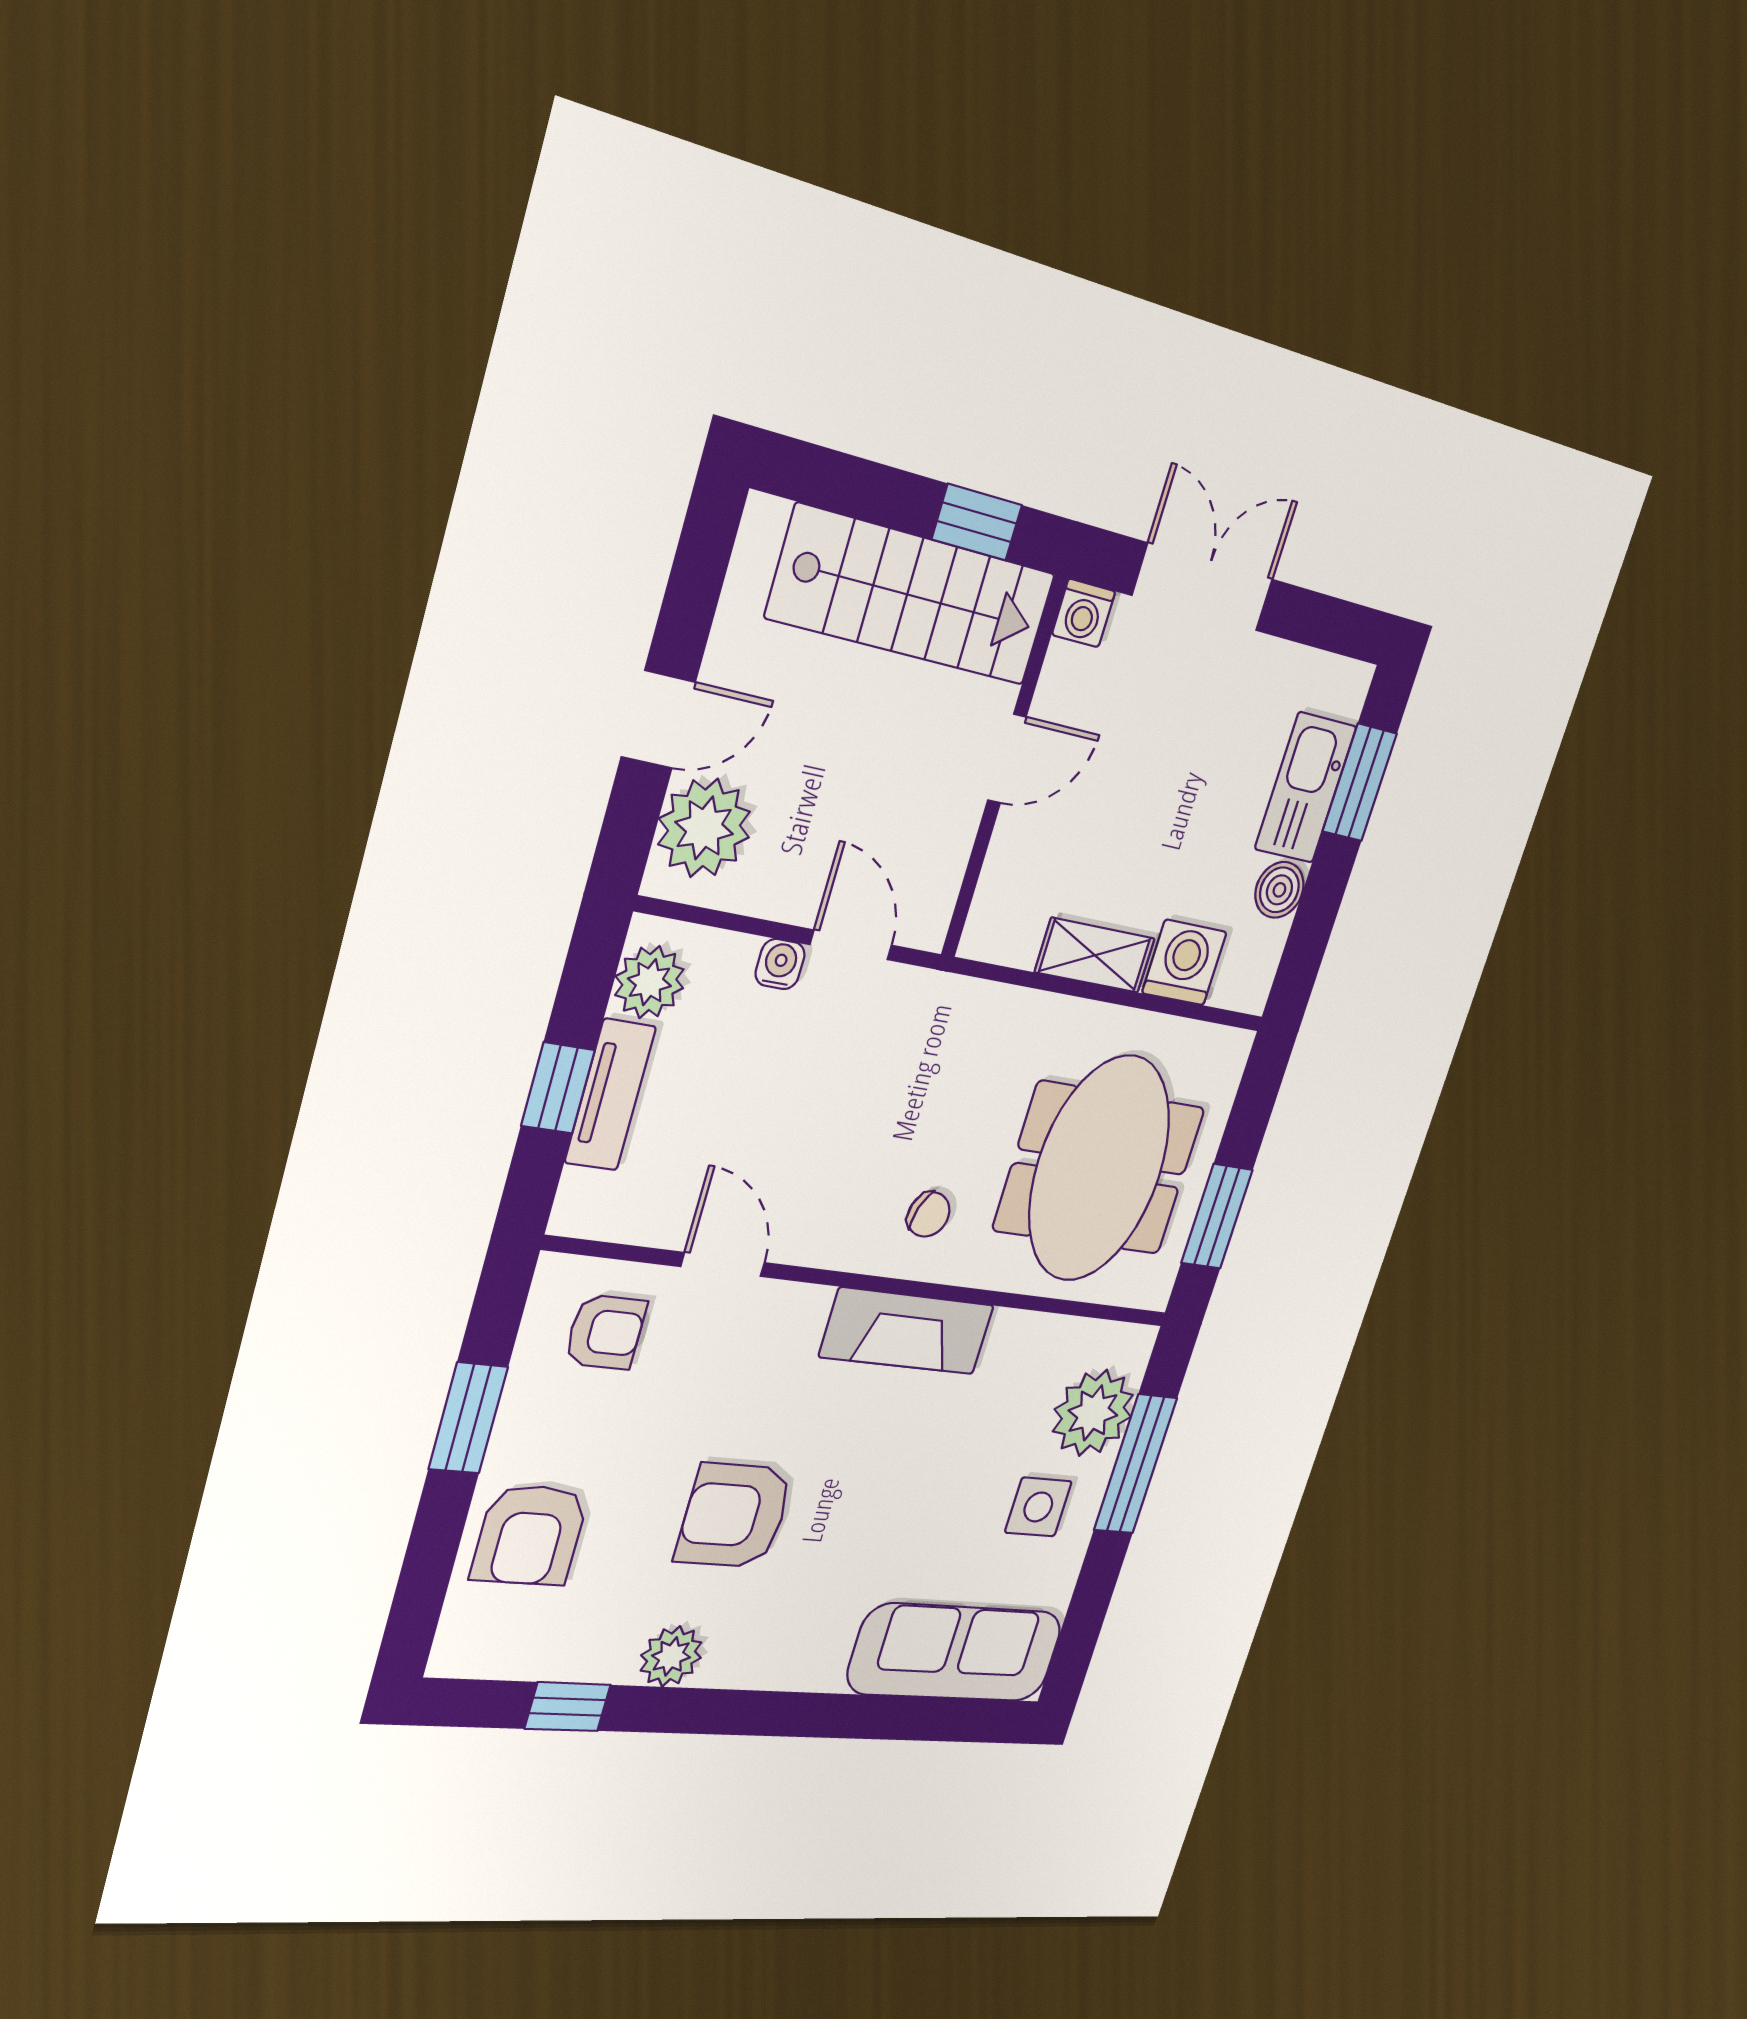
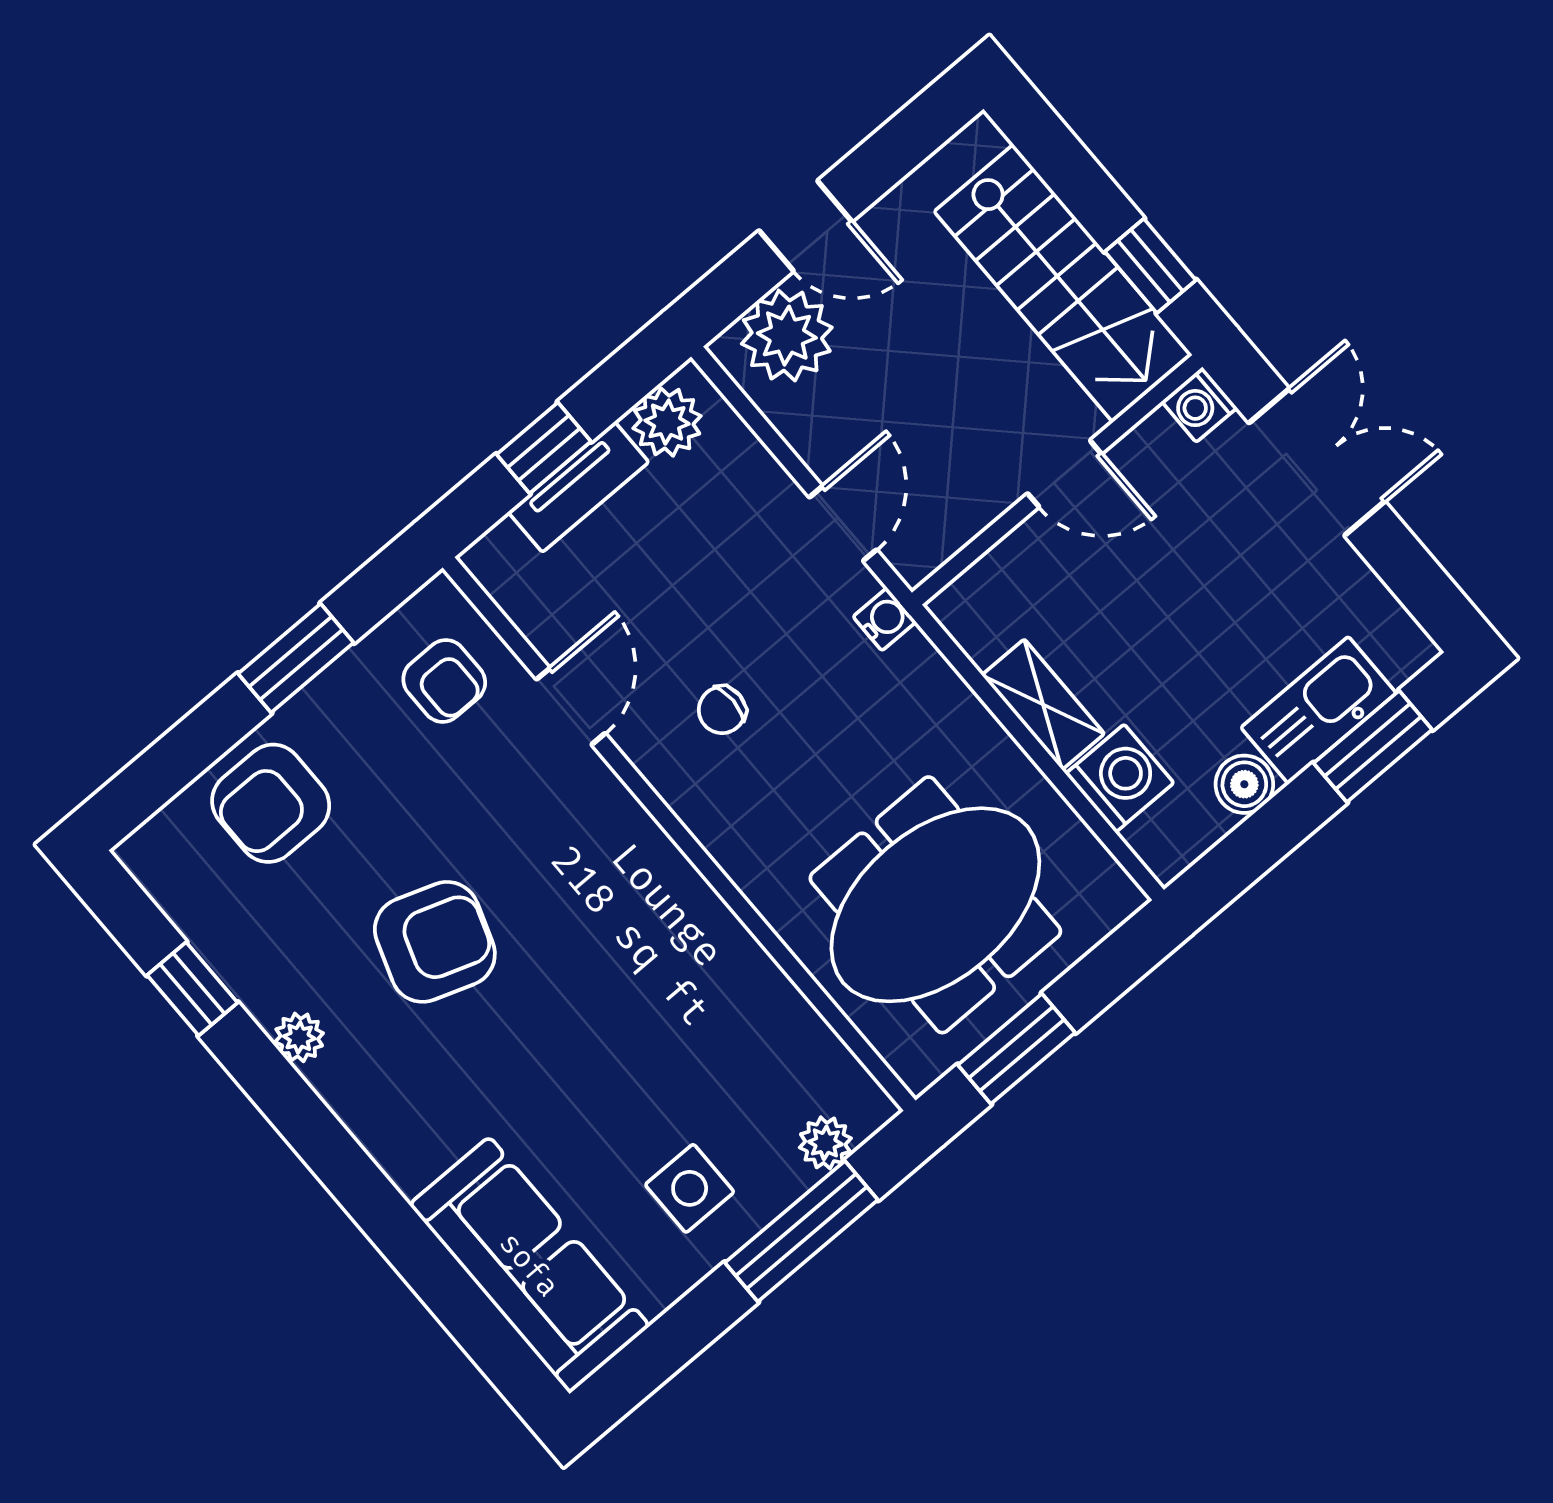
water cooler: (780, 964) -> (885, 619), moved
chair: (928, 1214) -> (722, 710), moved, turned 70
fireplace: (907, 1331) -> (680, 905), removed
plant: (1093, 1413) -> (825, 1143), width x0.53, depth x0.53
armchair: (735, 1515) -> (435, 942), turned 109
plant: (671, 1656) -> (299, 1037), width x0.73, depth x0.73

